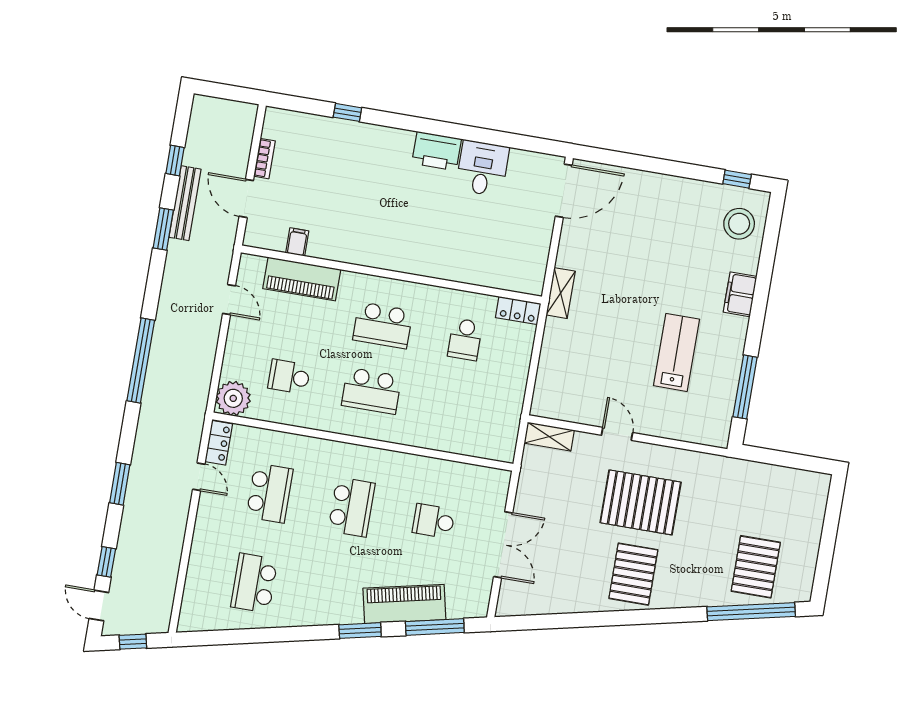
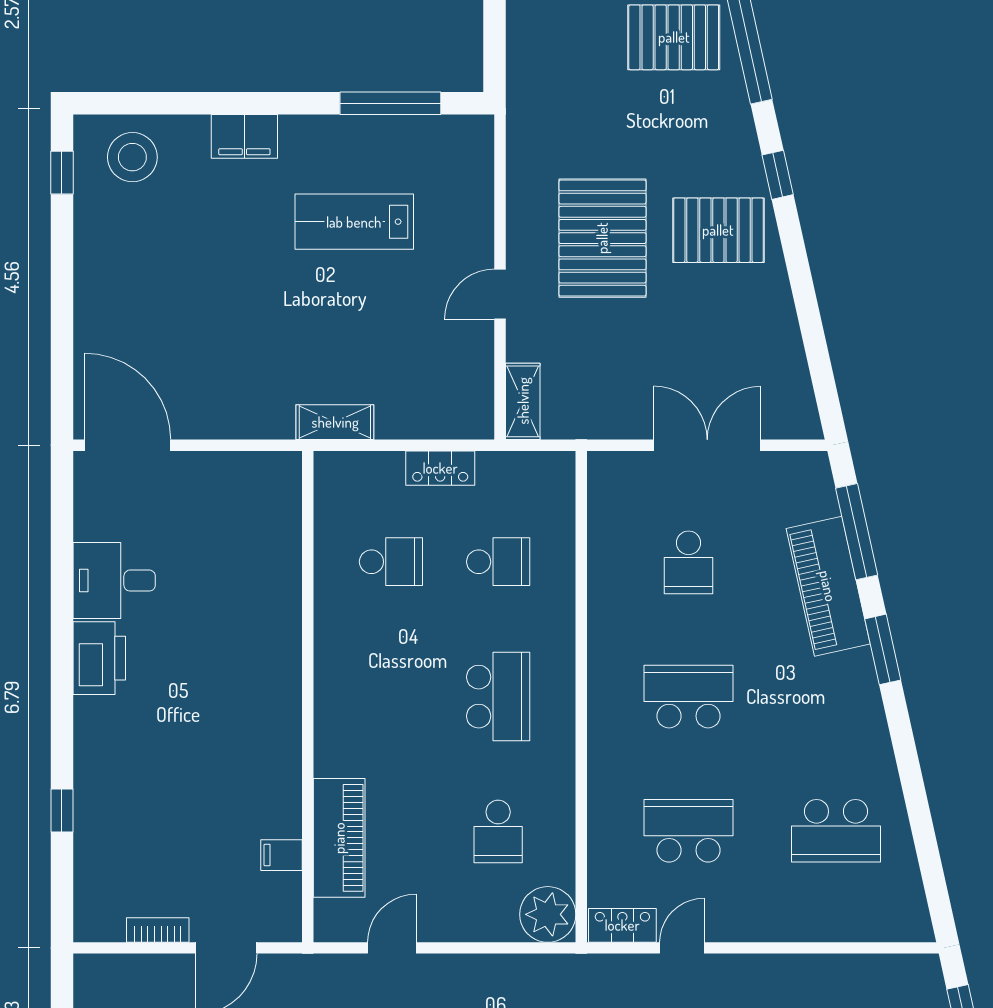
shelving: (561, 293) -> (335, 422), moved
locker: (518, 311) -> (440, 468), moved, turned 90
school desk: (383, 325) -> (498, 562), moved, width x0.54
window: (661, 616) -> (778, 175), added

